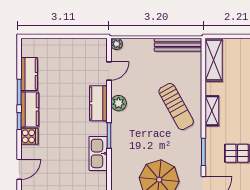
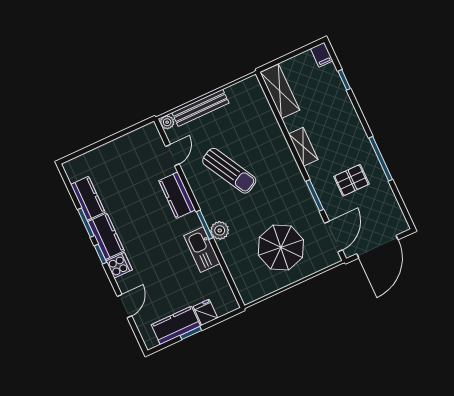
bench: (178, 45) -> (200, 108), moved
plant: (119, 103) -> (220, 230), moved
sun lounger: (176, 107) -> (229, 171), moved

